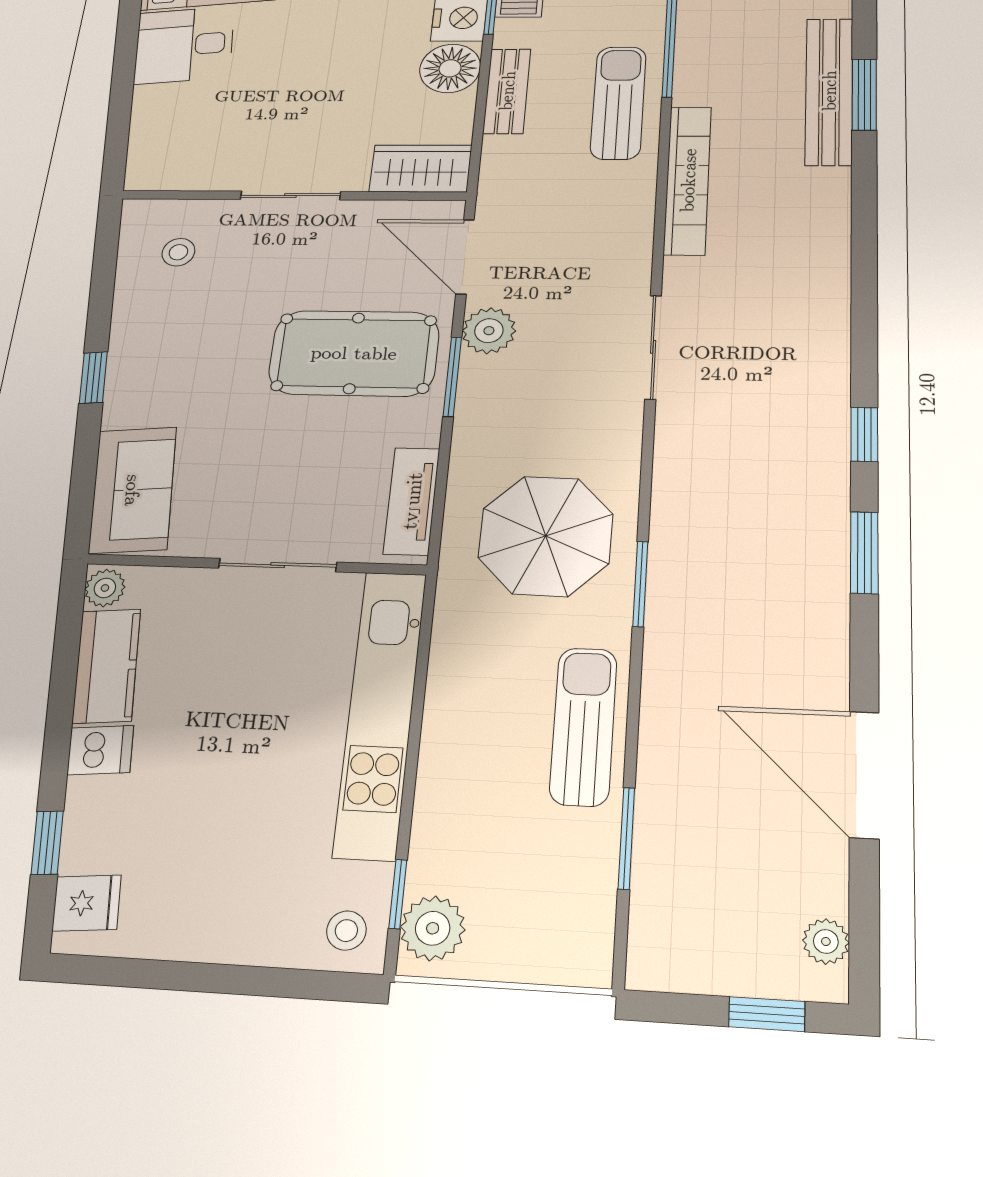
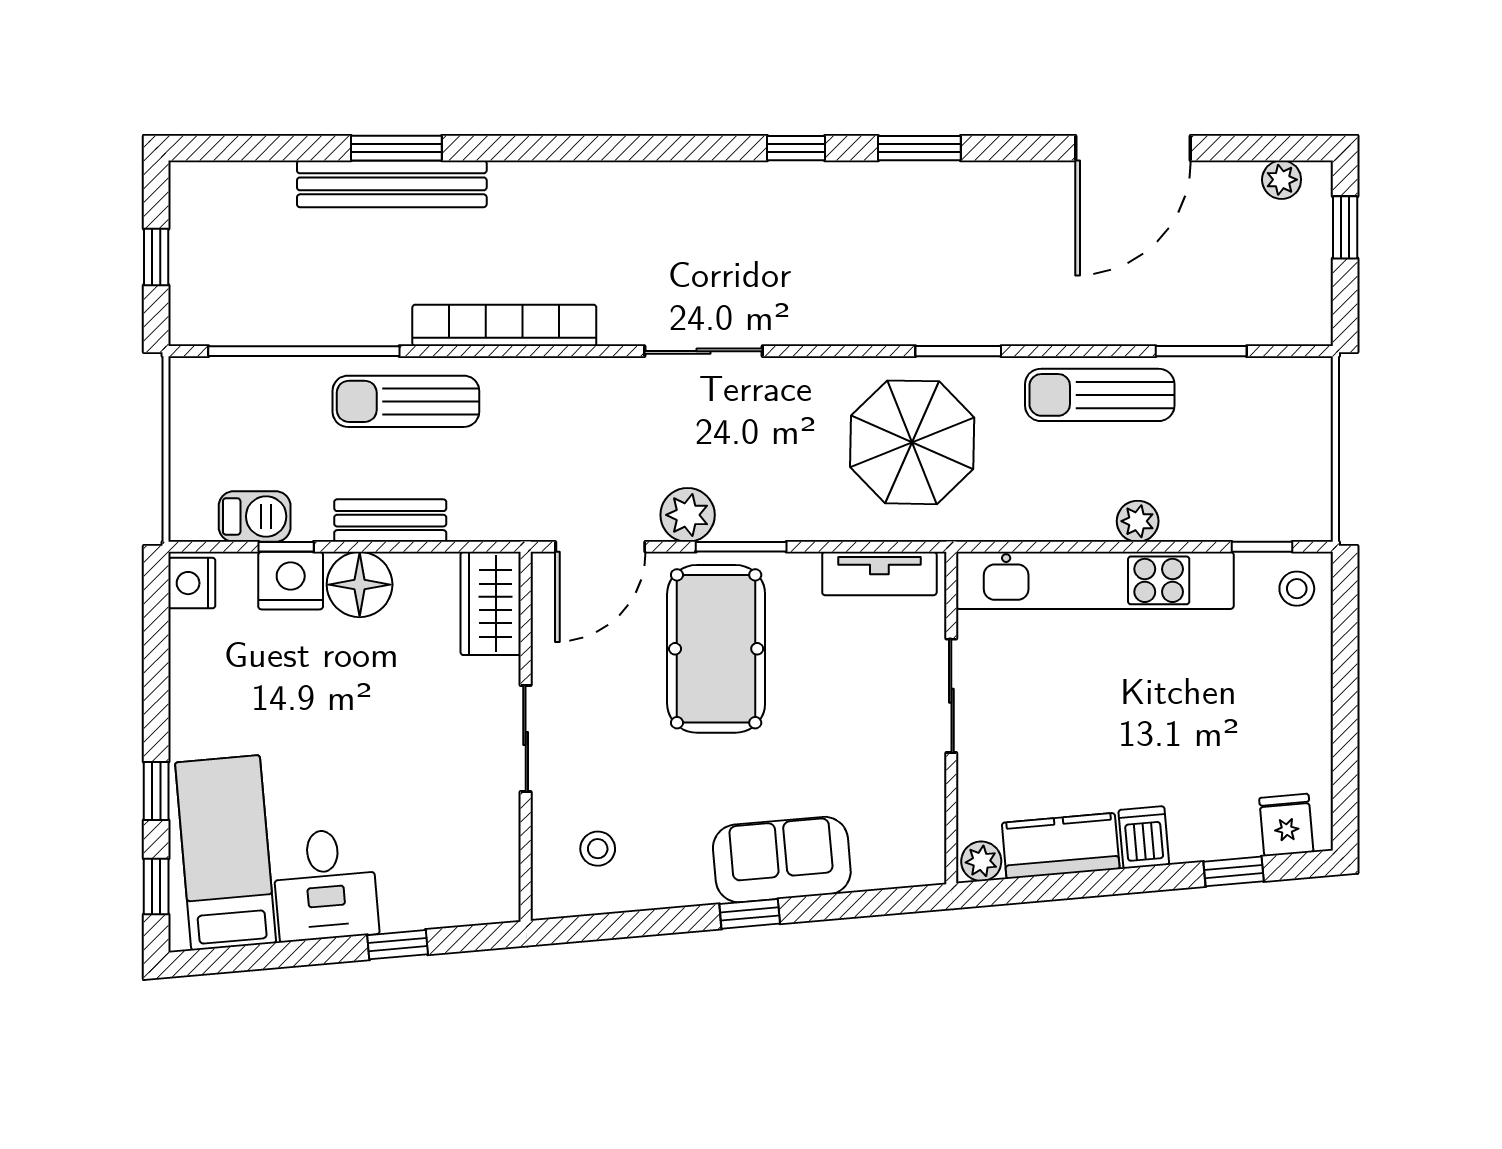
window: (121, 98) -> (398, 945), added
sofa: (133, 490) -> (782, 860), moved
plant: (433, 928) -> (1138, 521), moved, width x0.73, depth x0.73

